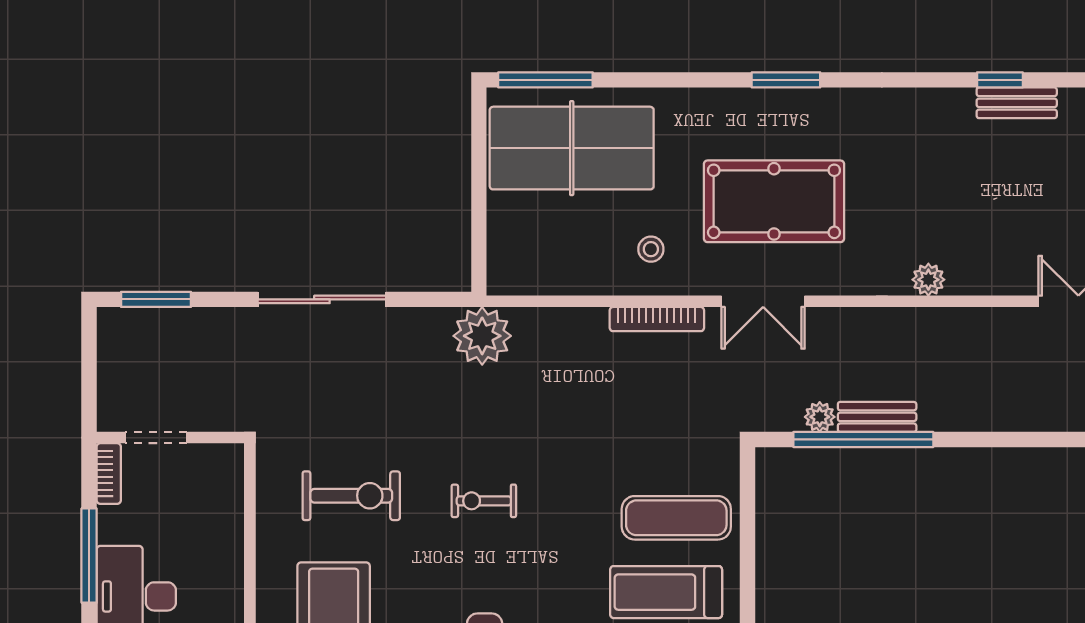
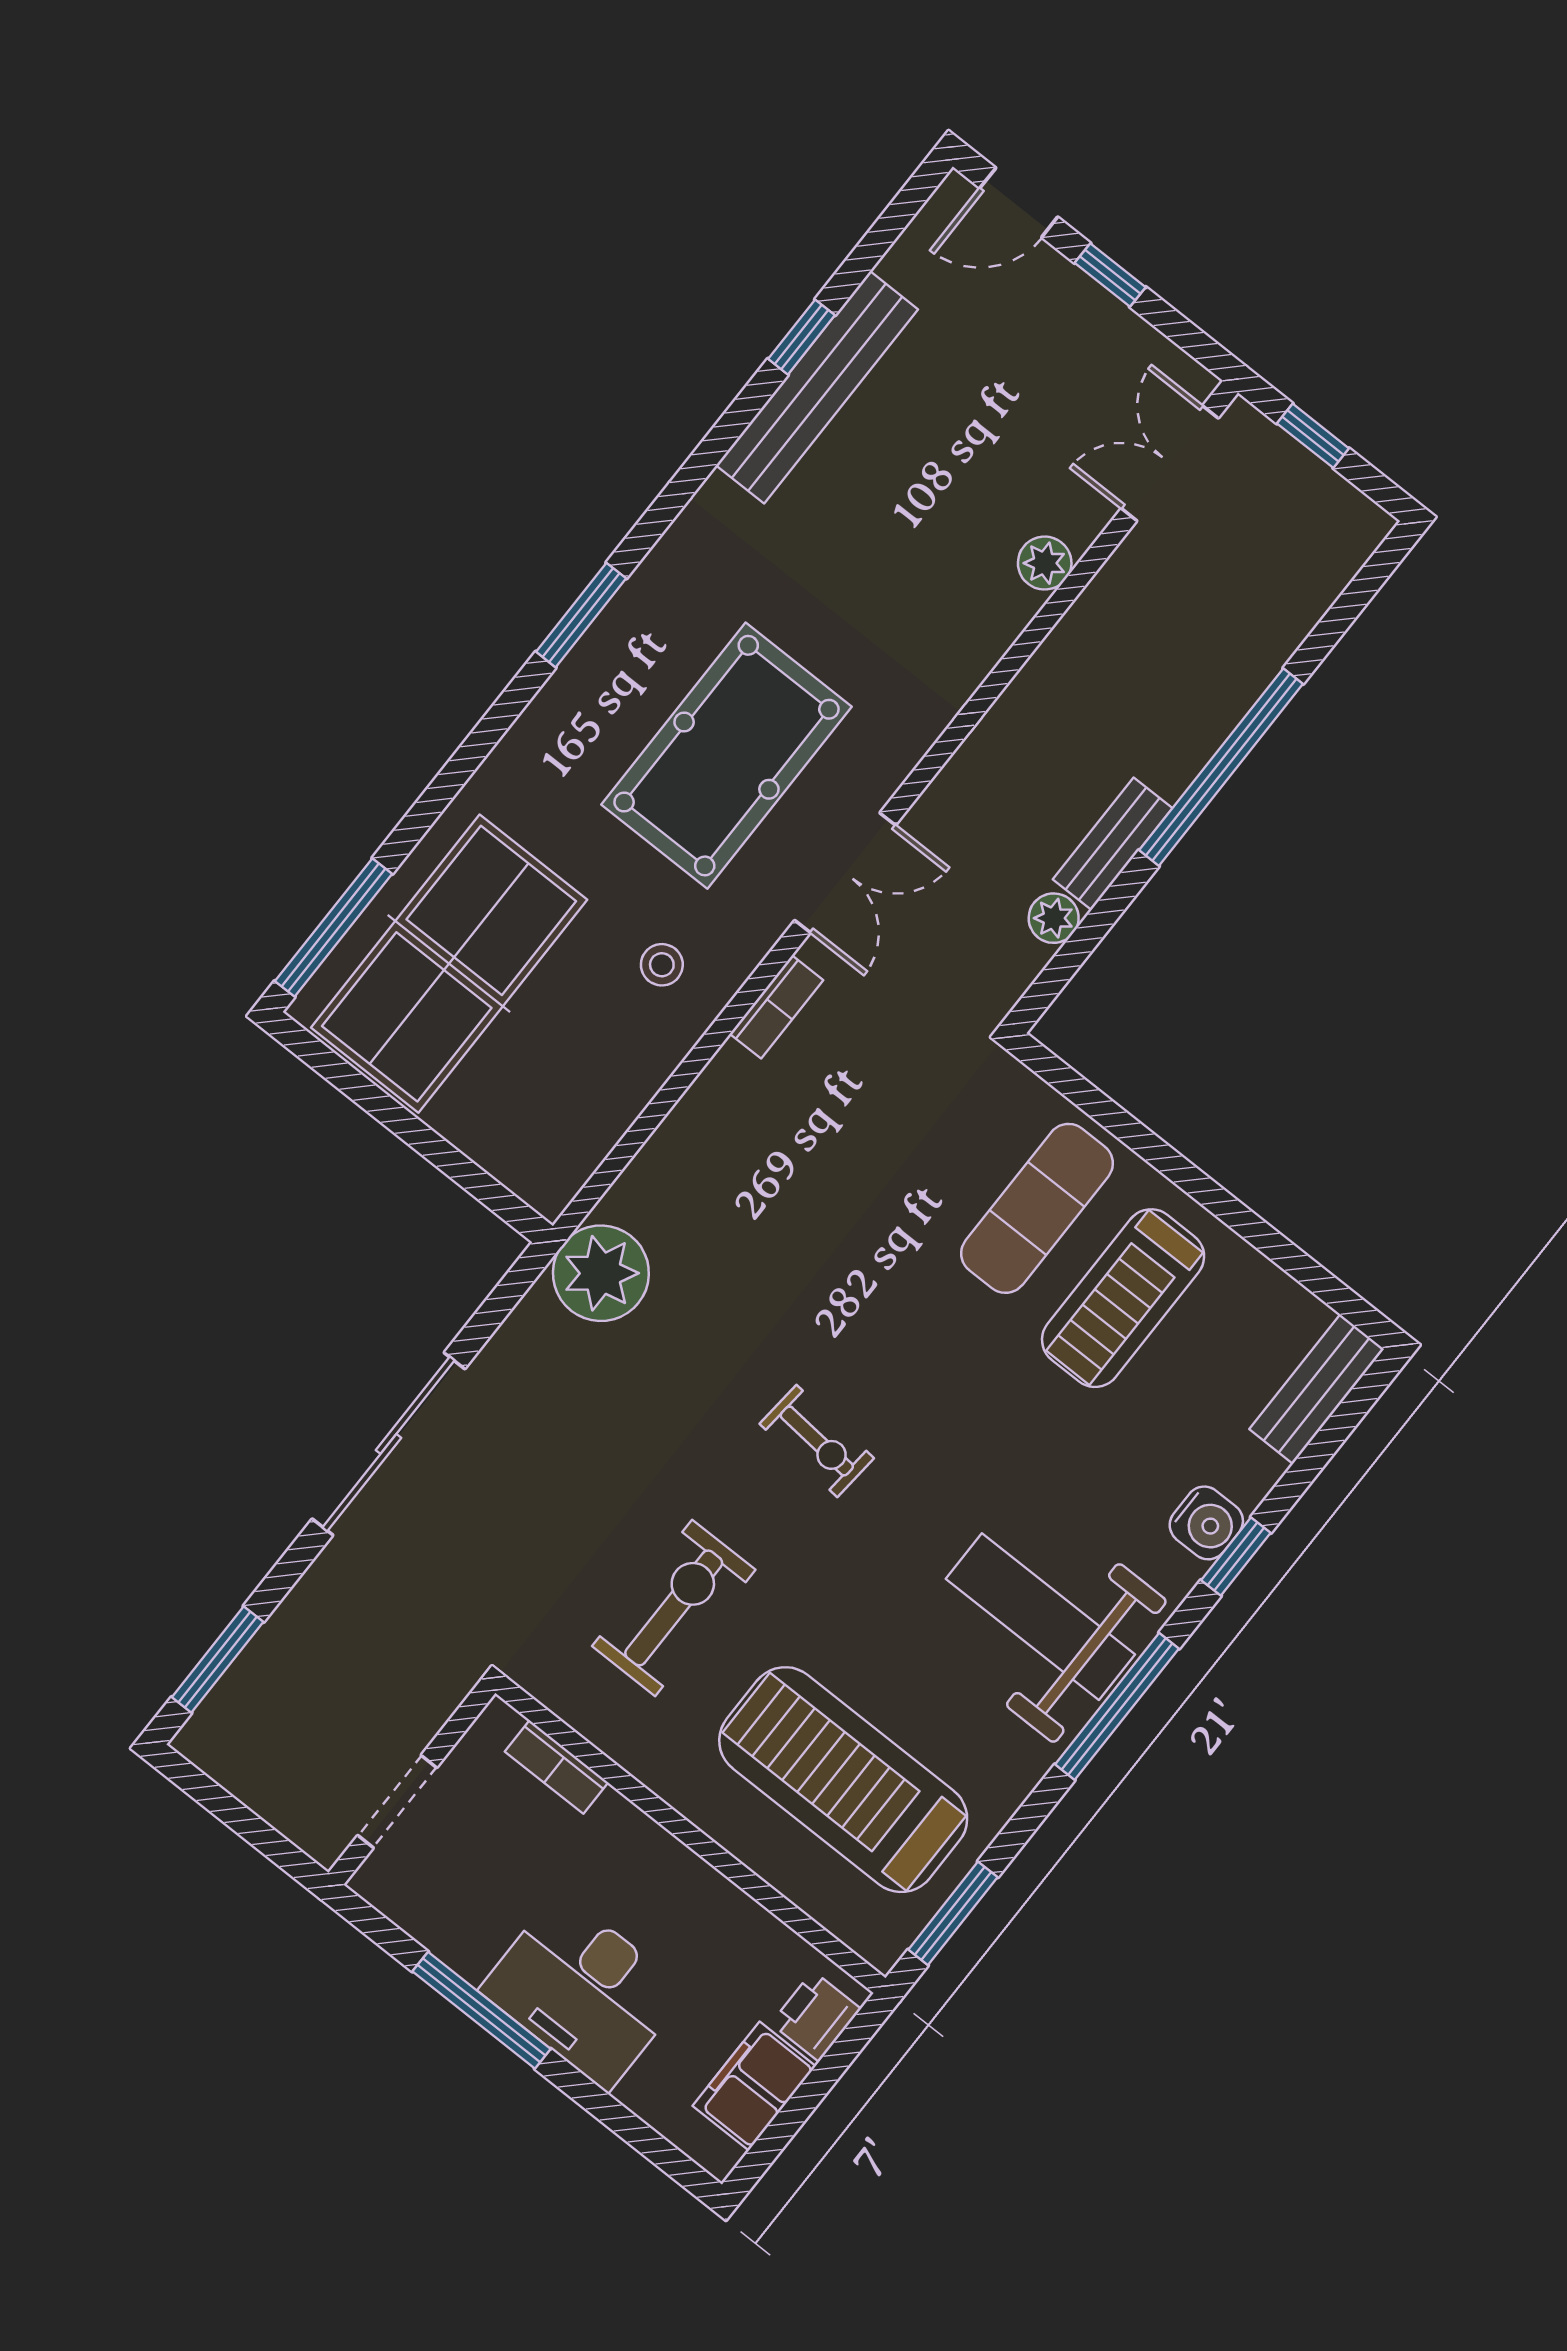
bench: (1017, 103) -> (817, 387), width x1.86, depth x1.21
plant: (928, 280) -> (1045, 563), moved
bookcase: (657, 319) -> (776, 1007), width x0.64
window: (863, 439) -> (1221, 767), moved
bookcase: (109, 474) -> (556, 1767), moved, turned 180
exercise bike: (484, 501) -> (817, 1441), turned -85

